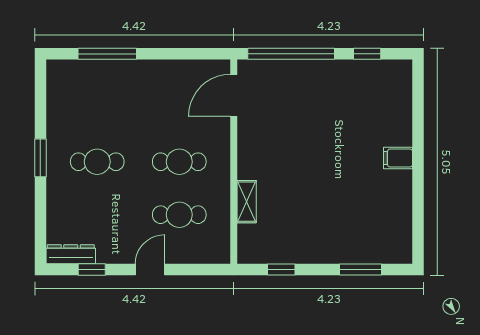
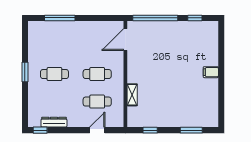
dresser: (71, 254) -> (54, 122), moved
window: (92, 270) -> (40, 130), moved
door: (150, 270) -> (97, 130), moved

